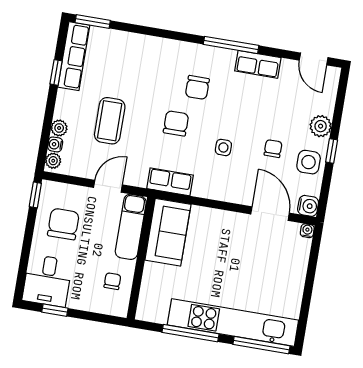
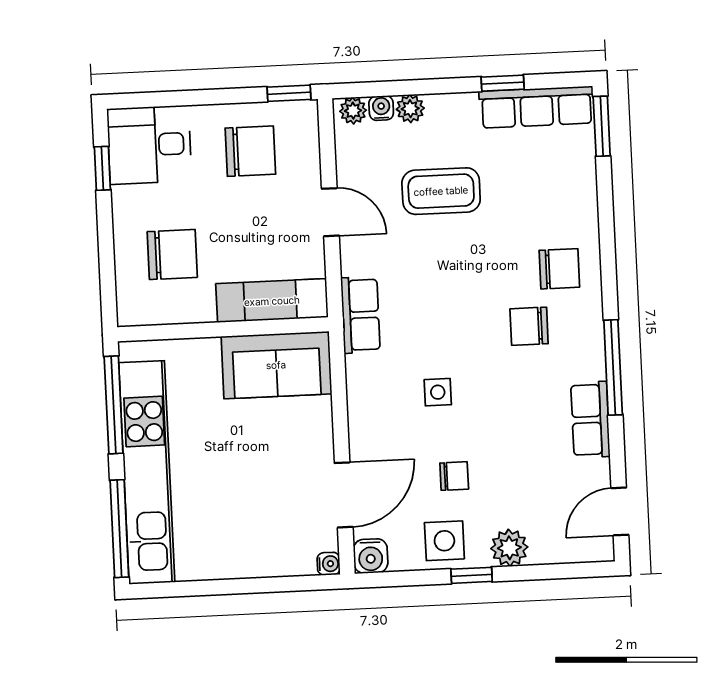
chair: (176, 123) -> (559, 269), moved
exam couch: (131, 227) -> (272, 301), moved
sofa: (168, 232) -> (276, 365), moved
wall: (141, 258) -> (223, 329), moved
chair: (112, 281) -> (172, 254), width x1.87, depth x1.87

